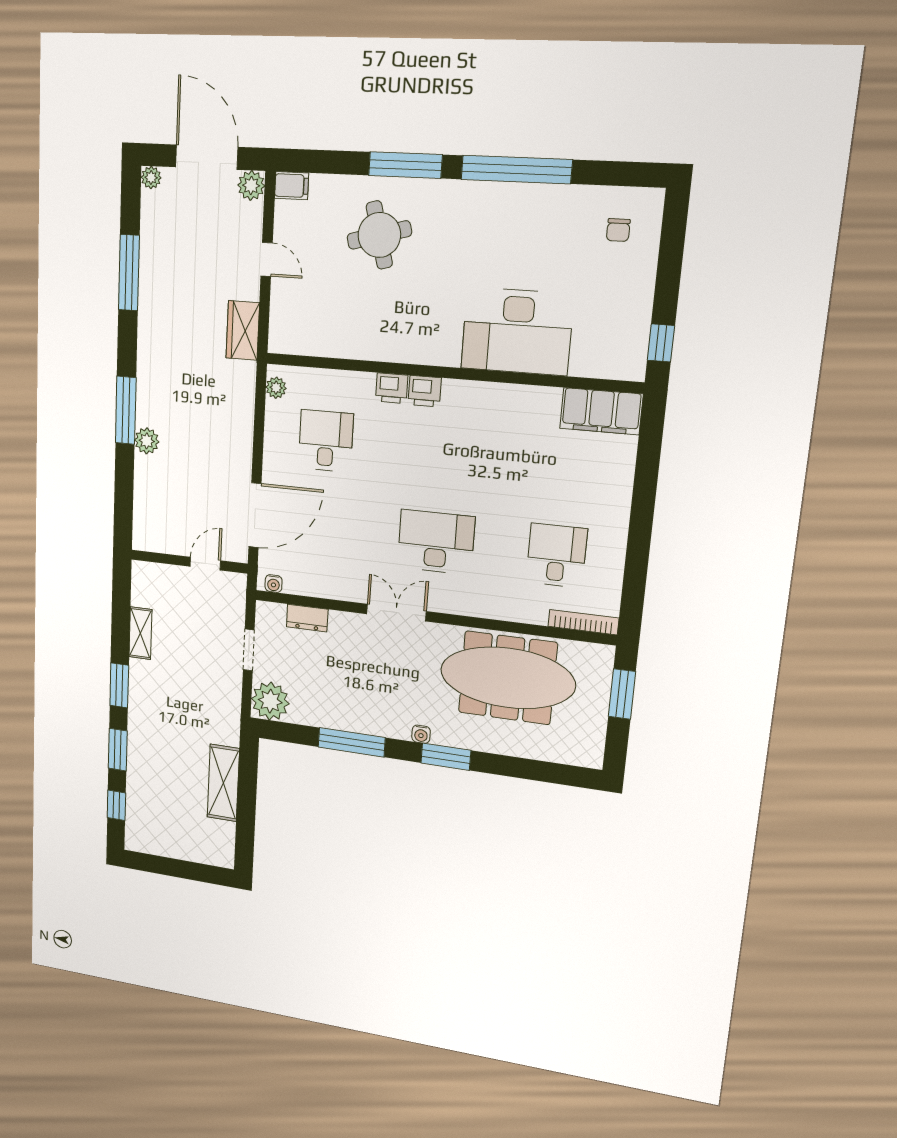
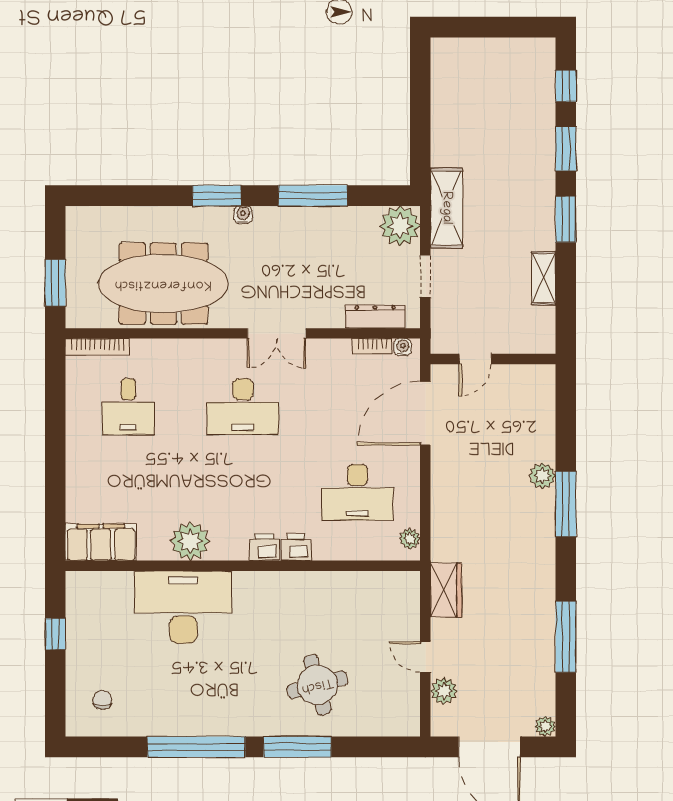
plant: (251, 185) -> (444, 691), moved
filing cabinet: (292, 186) -> (404, 725), removed
window: (661, 343) -> (55, 634), moved
plant: (503, 404) -> (190, 541), added
desk: (326, 441) -> (357, 492), width x1.37
bookcase: (303, 588) -> (372, 346), added
dresser: (307, 618) -> (375, 317), width x1.44
shelving: (223, 783) -> (446, 208), moved

